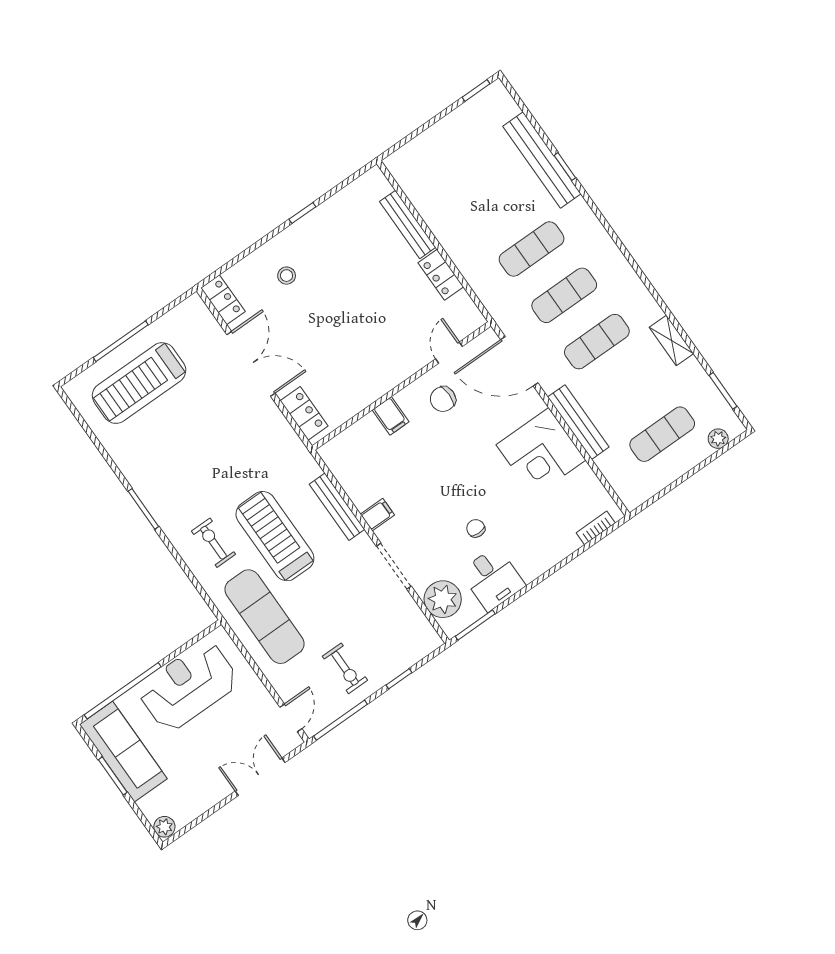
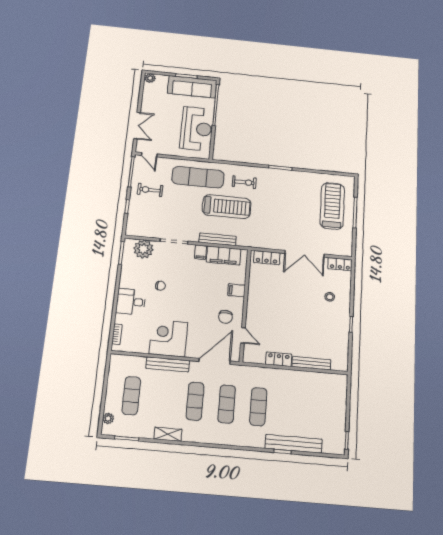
chair: (443, 399) -> (225, 317), turned 180
filing cabinet: (354, 477) -> (224, 256), added
desk: (492, 579) -> (131, 302), moved

